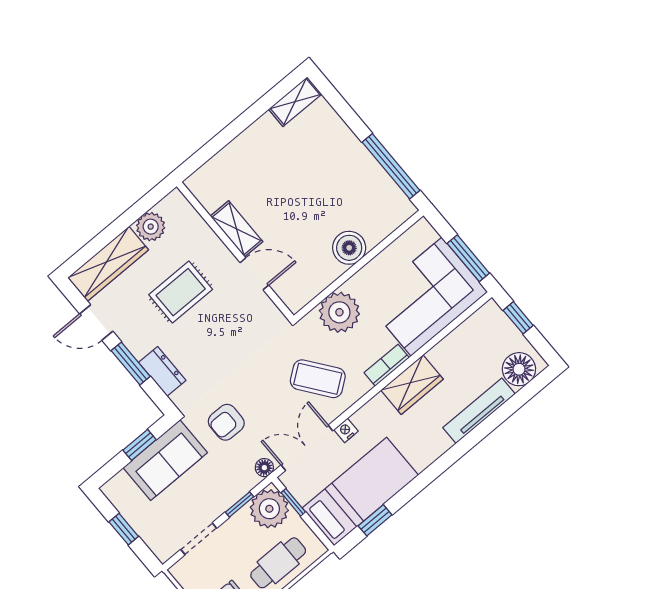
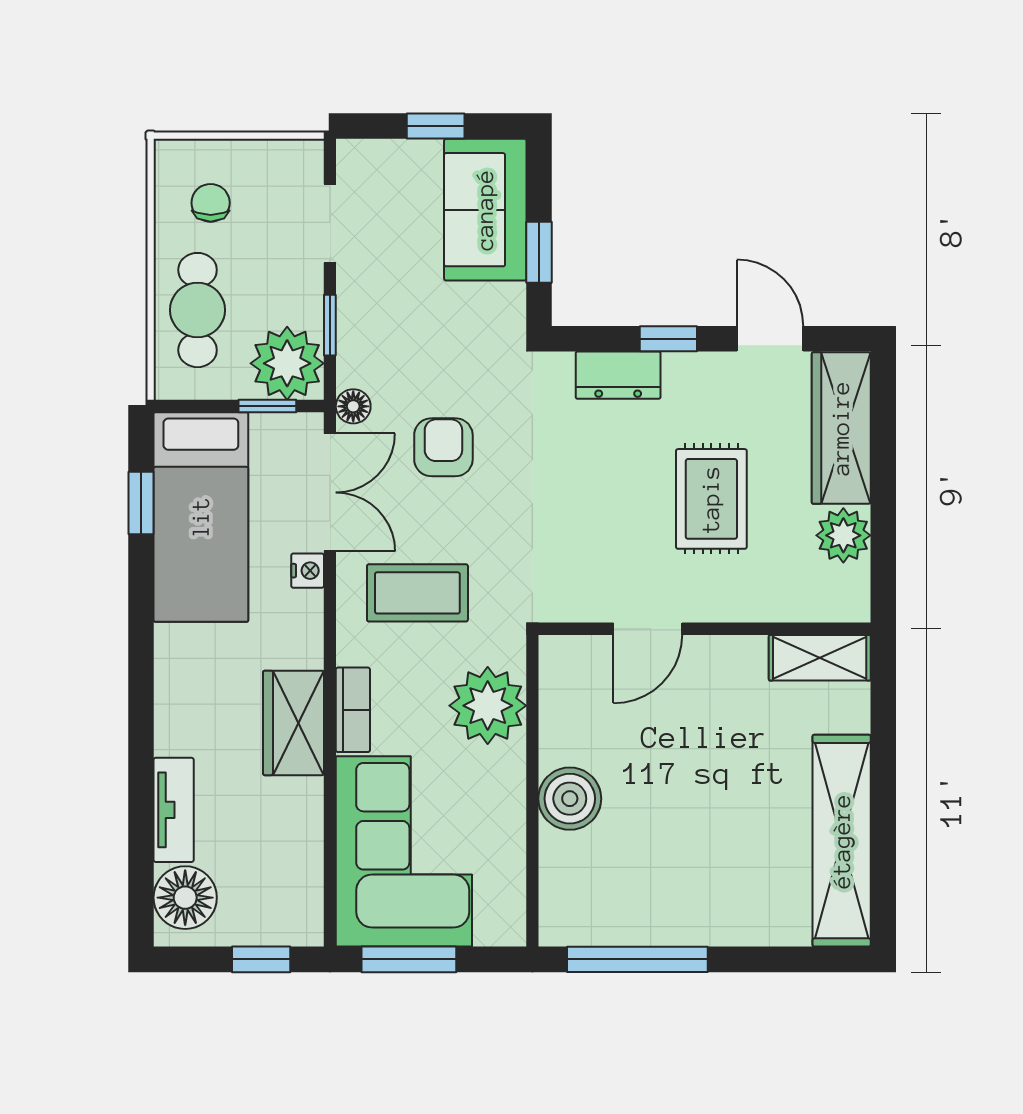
shelving: (295, 102) -> (842, 841), width x2.20, depth x1.33
shelving: (237, 229) -> (820, 658), moved
door: (96, 323) -> (770, 339), hinge flipped
window: (131, 364) -> (668, 339), width x0.67
coffee table: (318, 379) -> (417, 593), turned 37
tv unit: (479, 411) -> (174, 810), width x0.71
armchair: (226, 422) -> (443, 447), moved
sofa: (165, 460) -> (485, 210), moved

